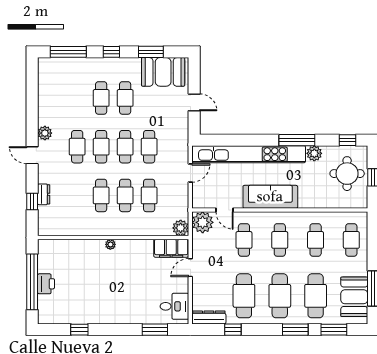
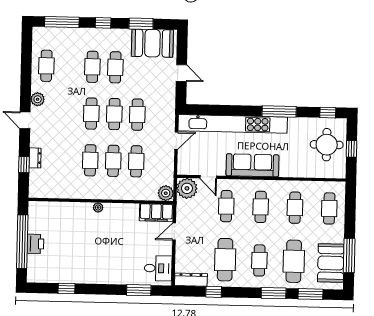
cafe table: (77, 147) -> (46, 66), moved
plant: (314, 153) -> (296, 125), removed
cafe table: (280, 296) -> (259, 260), width x0.73, depth x0.74

